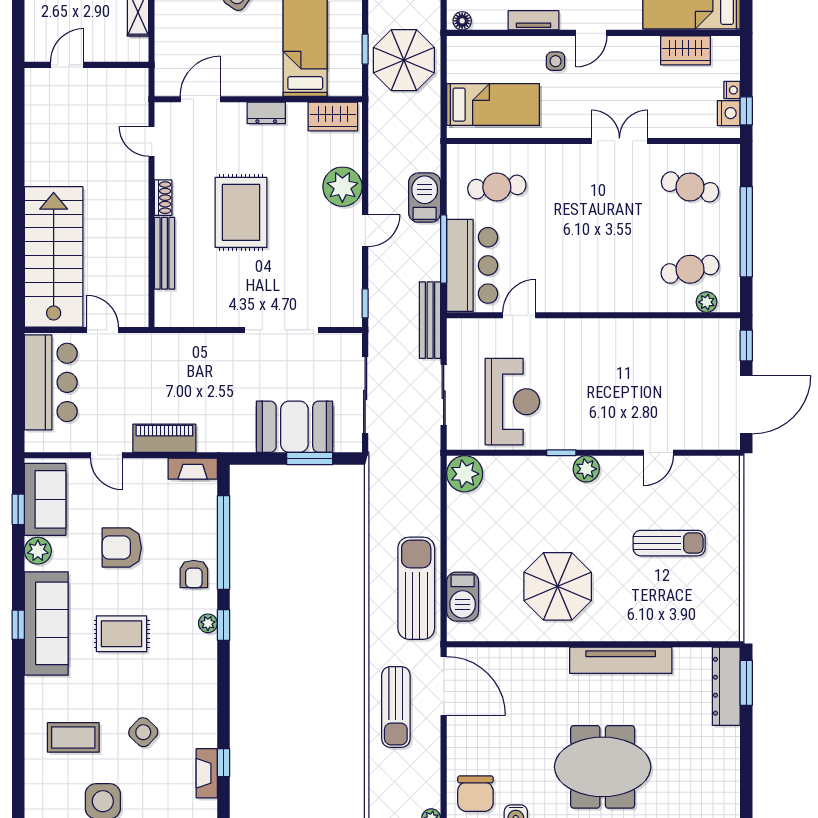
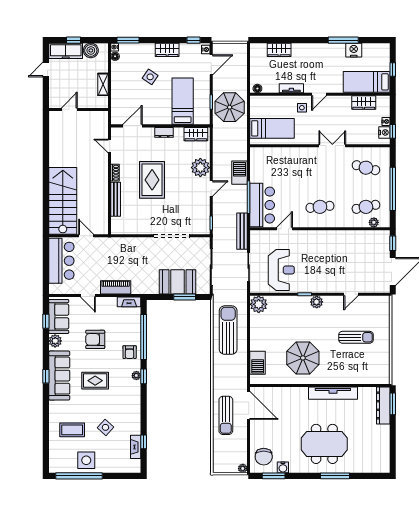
cafe table: (497, 187) -> (320, 207), moved
sun lounger: (416, 588) -> (228, 330), moved

